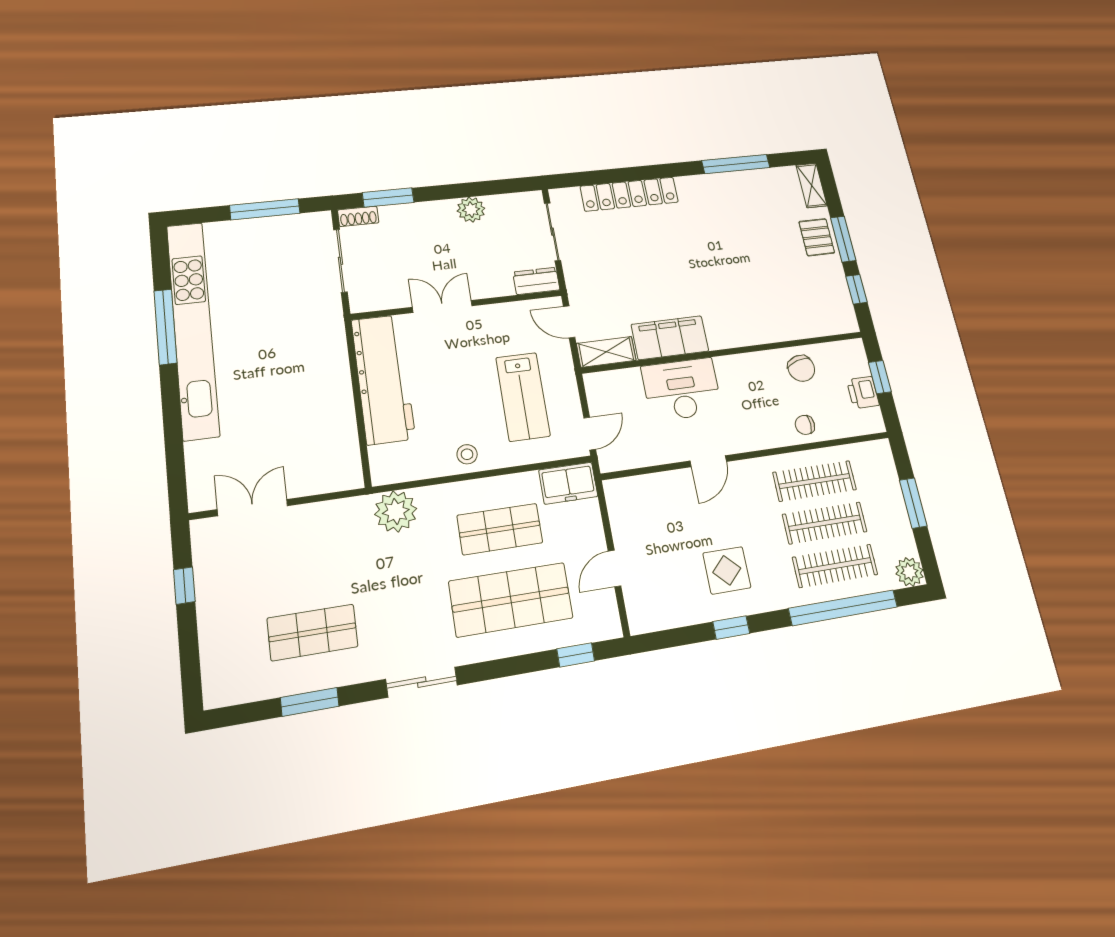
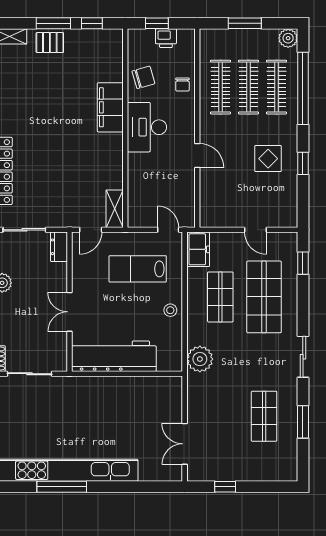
filing cabinet: (670, 338) -> (110, 107), moved
desk: (682, 389) -> (147, 127), moved
lab bench: (523, 397) -> (138, 269), turned 180

